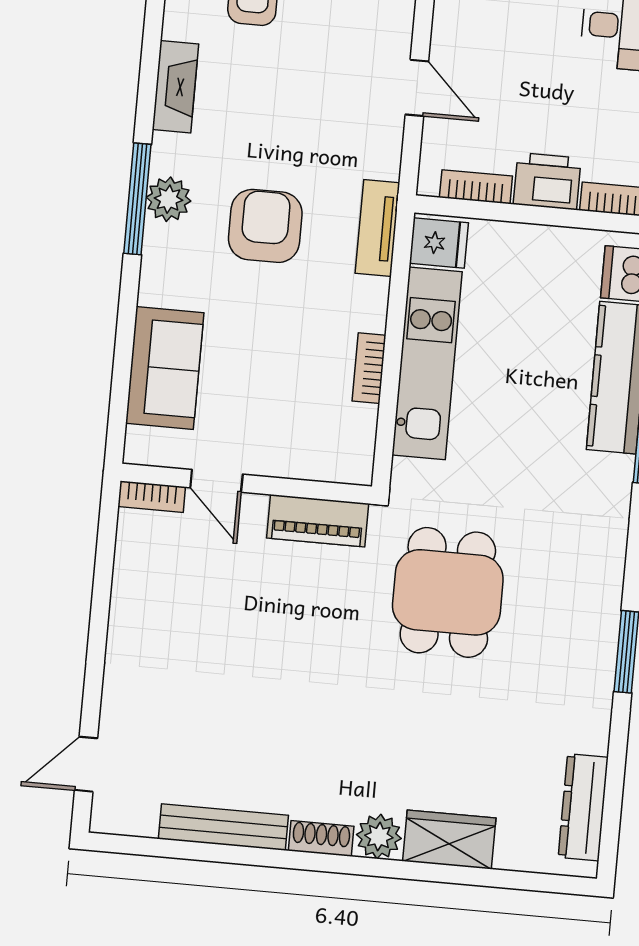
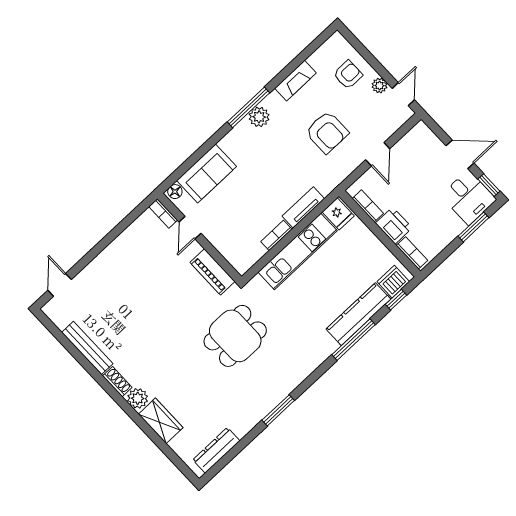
armchair: (265, 226) -> (327, 132), moved, turned 90
tv unit: (377, 228) -> (303, 207), moved
floor lamp: (139, 444) -> (175, 192), added
door: (86, 764) -> (60, 285), hinge flipped

